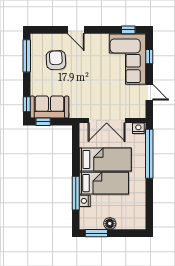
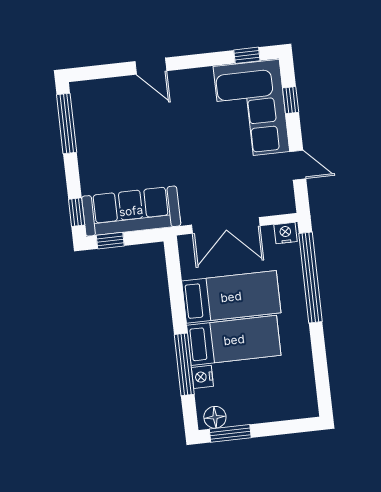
armchair: (56, 60) -> (121, 125), removed
sofa: (49, 107) -> (131, 211), width x1.36
floor lamp: (110, 223) -> (215, 417), moved

